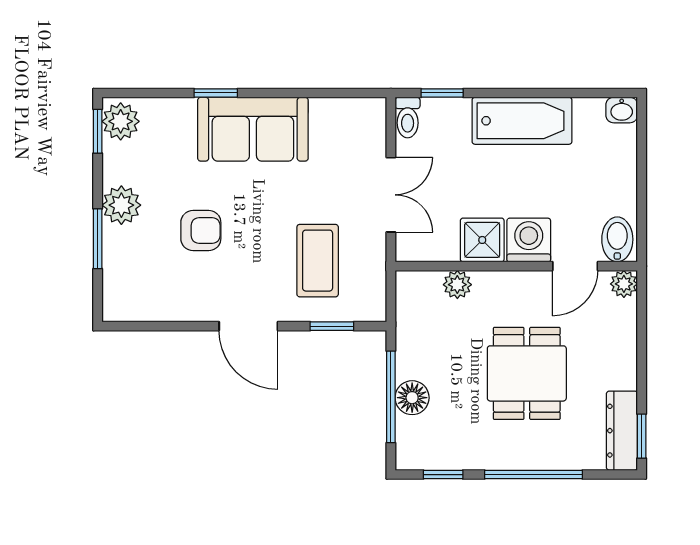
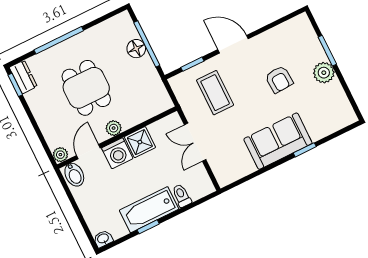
window: (442, 93) -> (148, 227), moved
toilet: (408, 117) -> (182, 196), moved
plant: (121, 121) -> (344, 113), removed
window: (98, 131) -> (353, 103), removed
armchair: (201, 231) -> (279, 79), turned -93
plant: (457, 285) -> (114, 128), moved
dresser: (622, 431) -> (23, 77), width x0.70
window: (443, 475) -> (103, 19), removed

